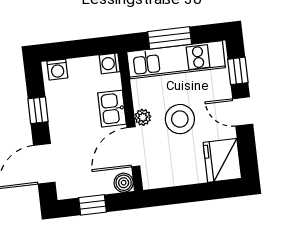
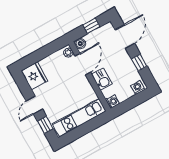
window: (170, 38) -> (87, 127), removed
door: (243, 111) -> (34, 105), swing flipped
plant: (143, 117) -> (68, 53), moved
stool: (180, 119) -> (65, 88), removed

